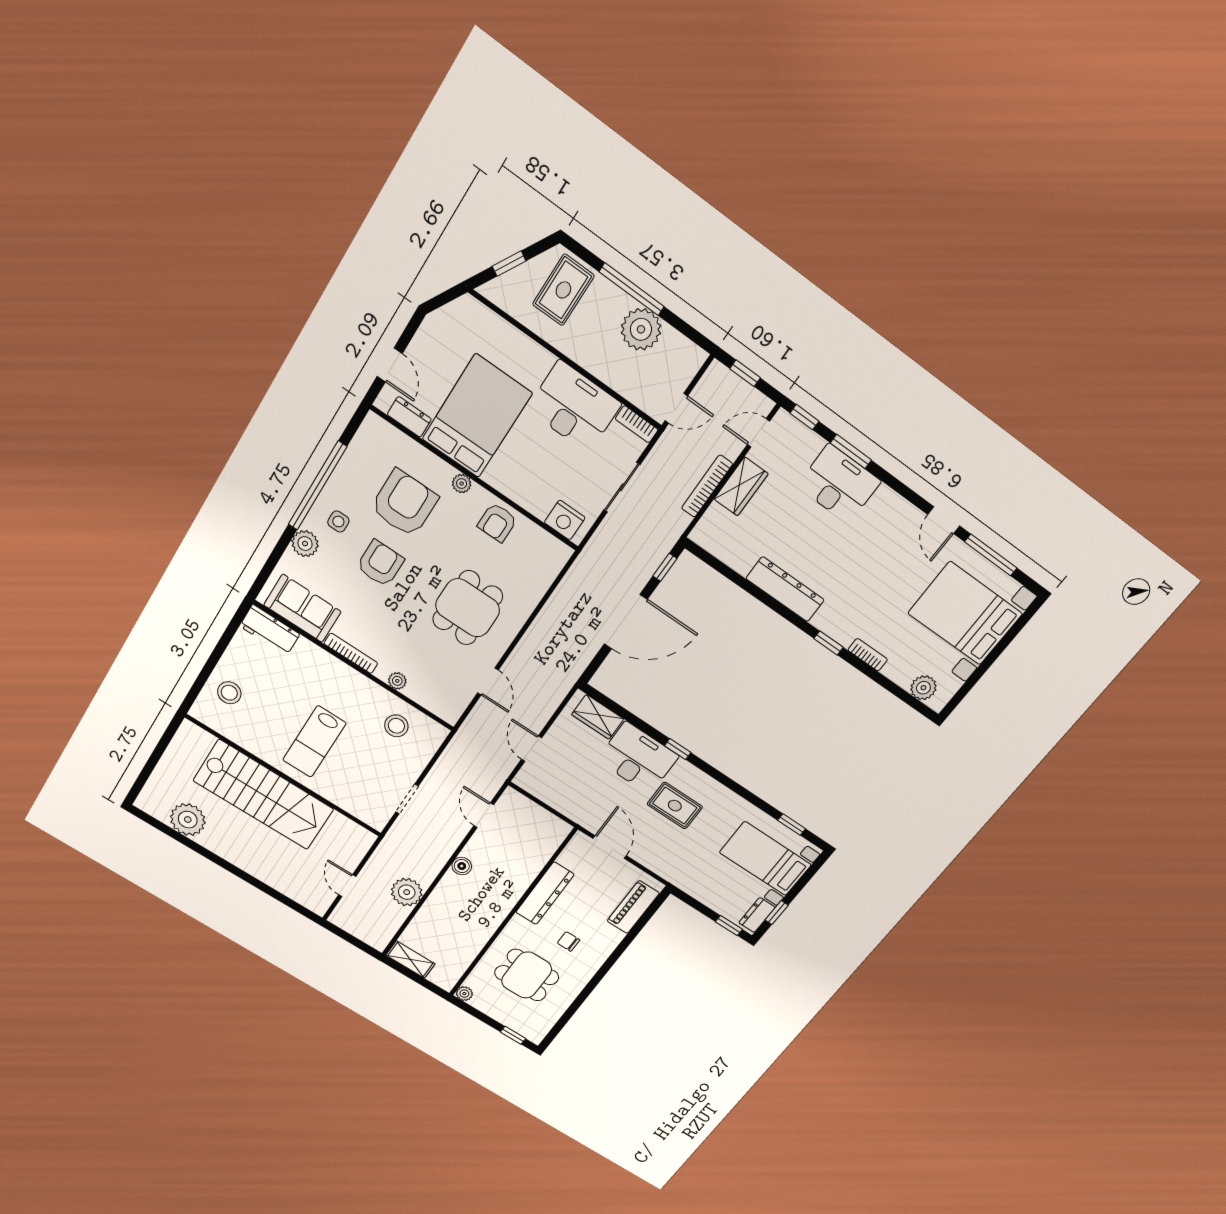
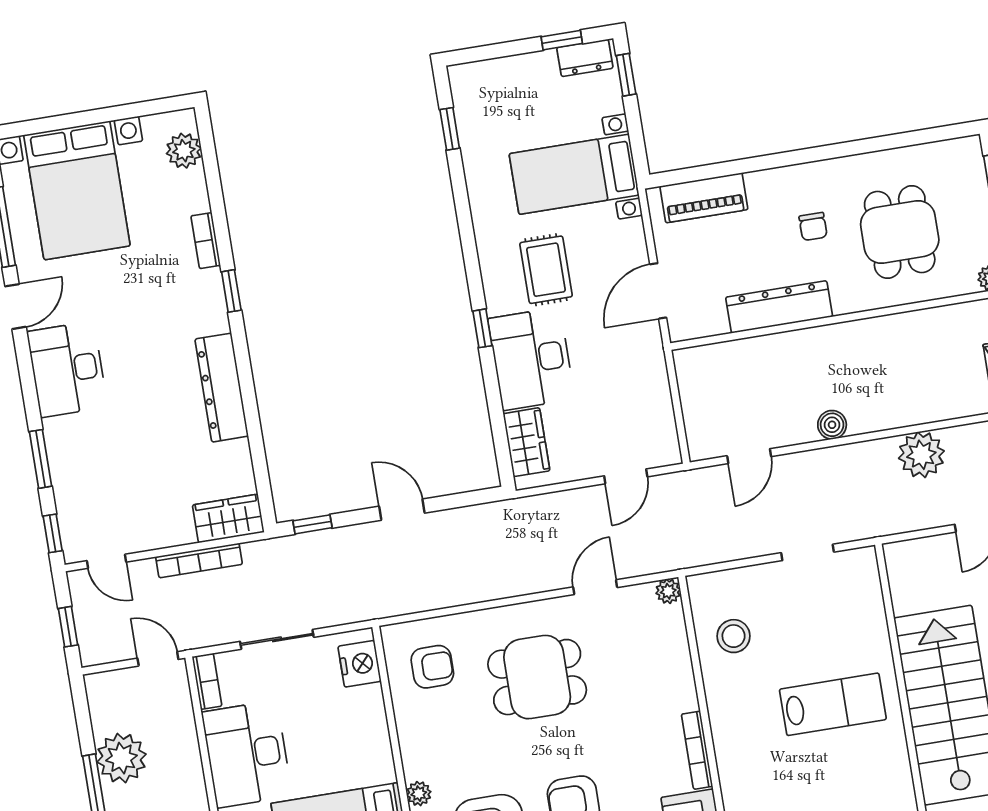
desk: (839, 484) -> (67, 369), moved
wardrobe: (741, 486) -> (228, 519), moved
armchair: (497, 523) -> (432, 667), moved
door: (626, 622) -> (402, 510), width x0.53
plant: (397, 681) -> (668, 591), moved
bed with nightstands: (765, 859) -> (574, 174), moved, turned 90

